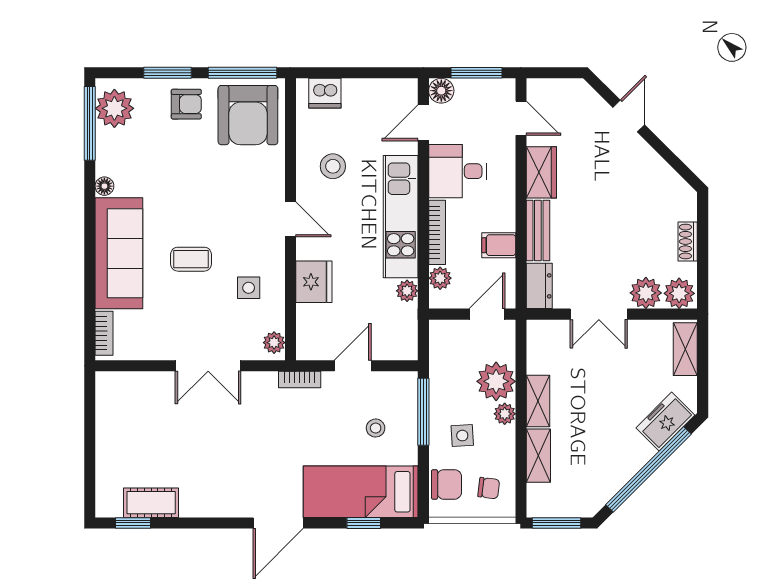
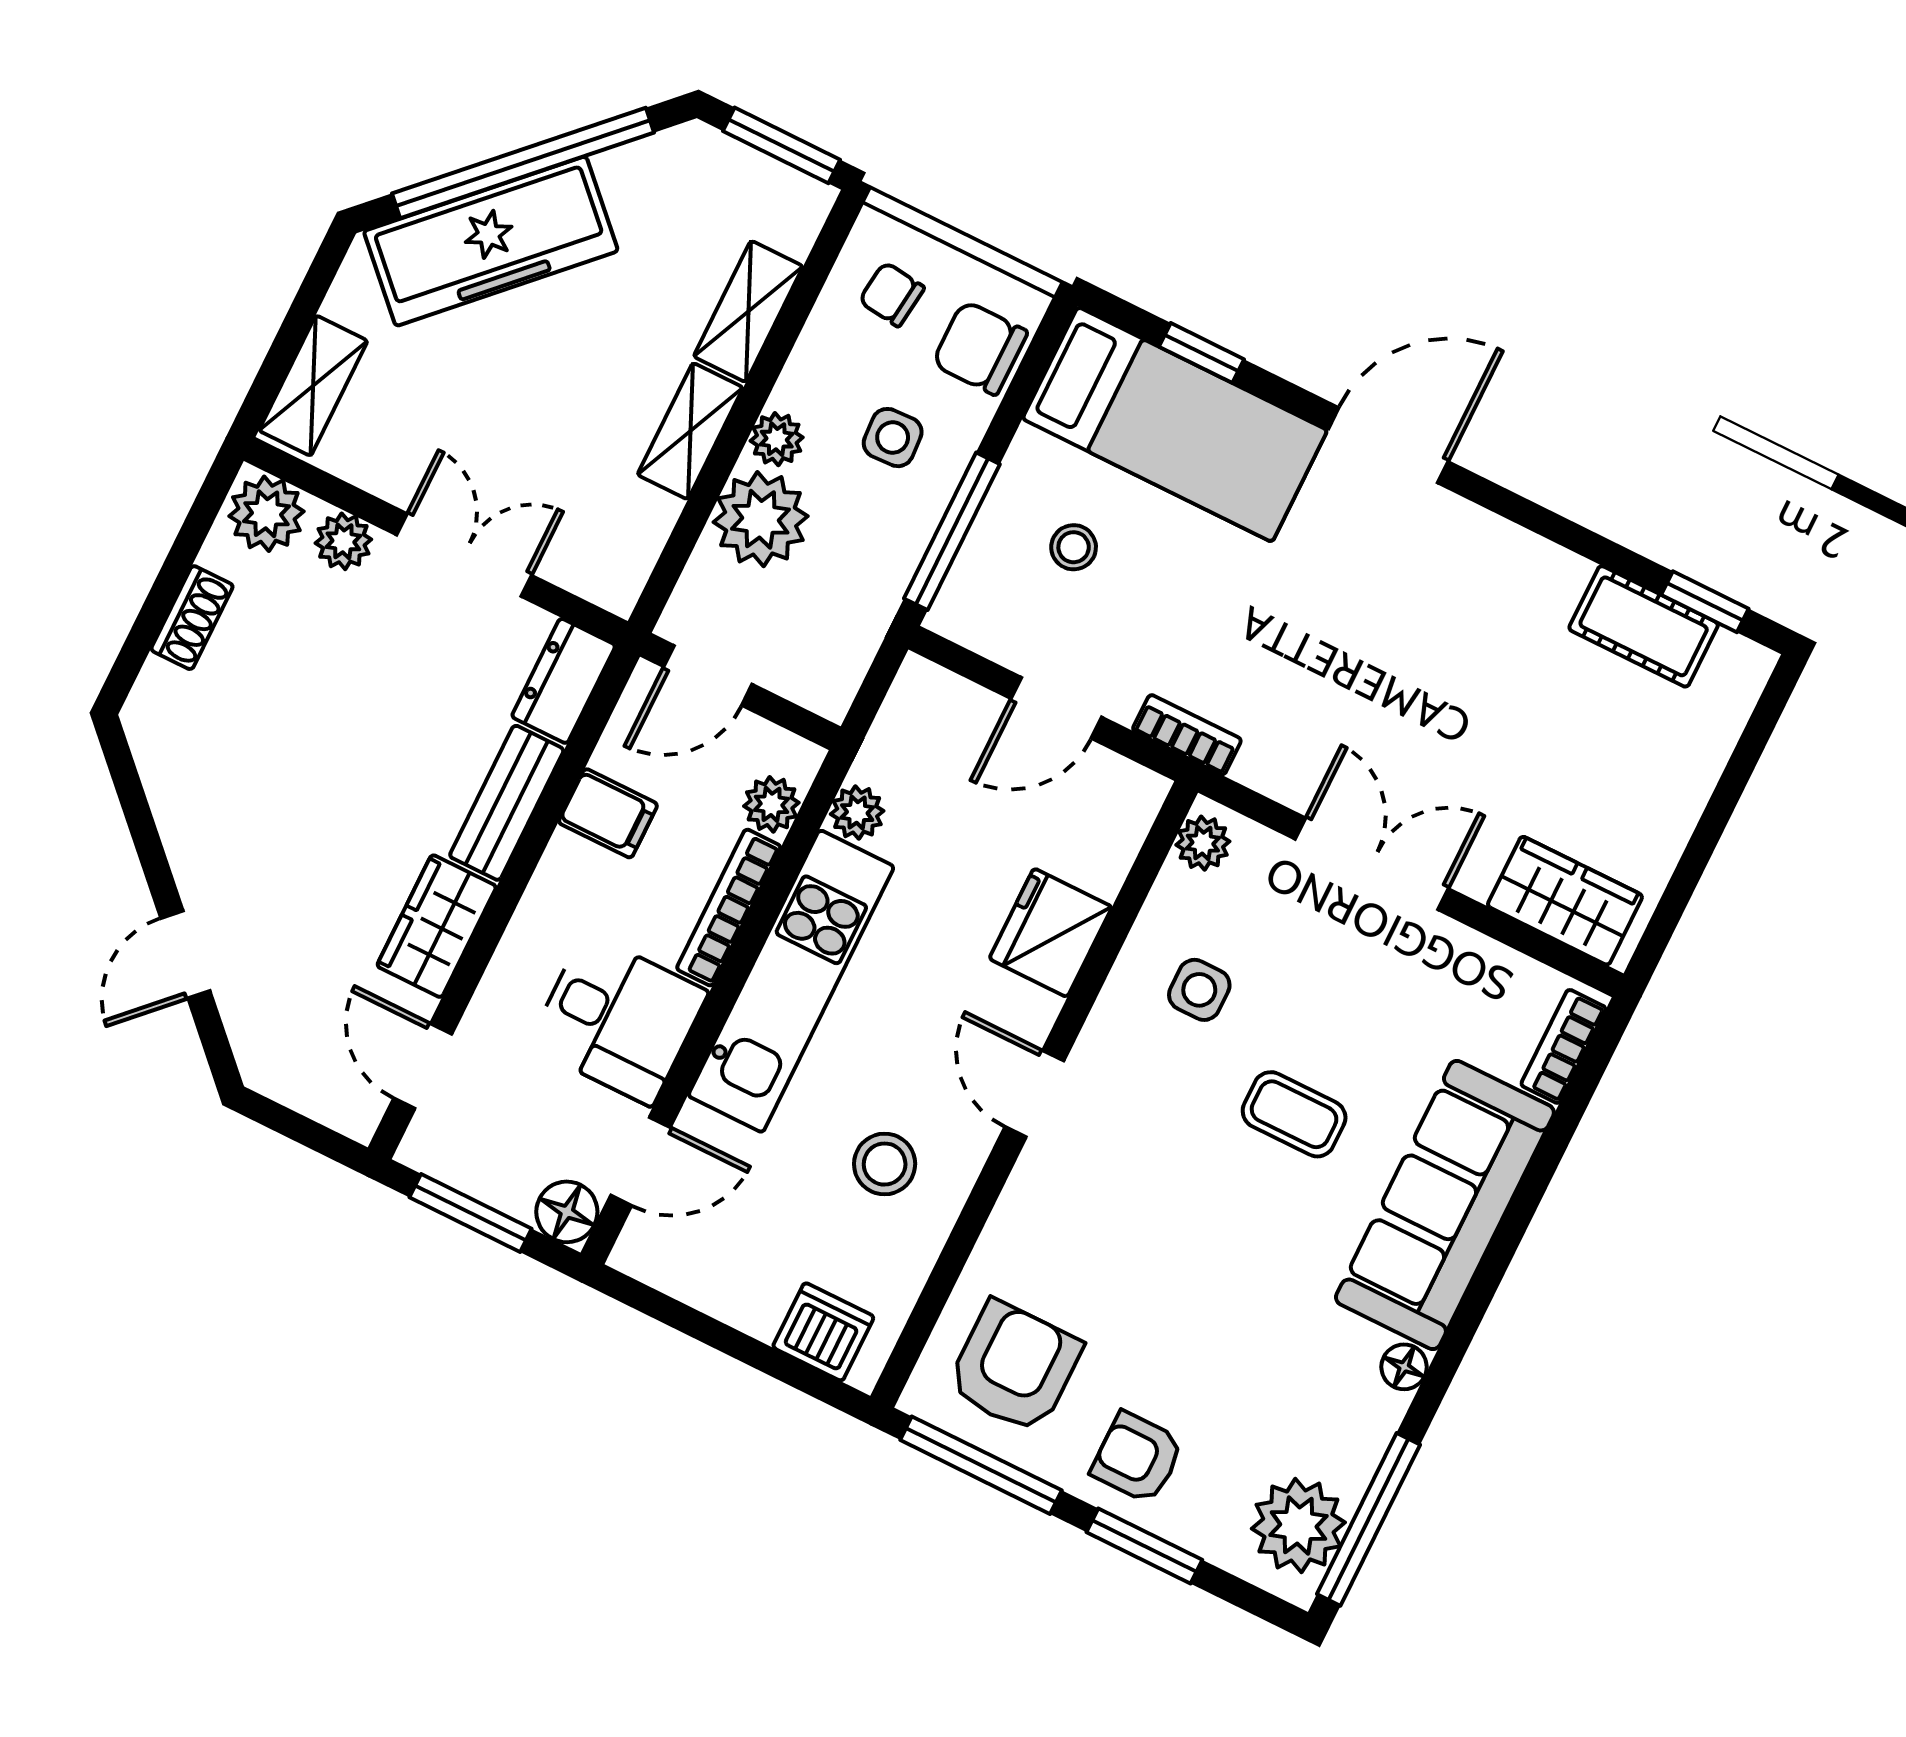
armchair: (248, 115) -> (1015, 1367), width x0.73, depth x0.73
plant: (646, 293) -> (343, 541), width x0.73, depth x0.73
wardrobe: (130, 387) -> (1565, 901), added
freezer: (665, 421) -> (491, 241), width x1.91, depth x1.26

